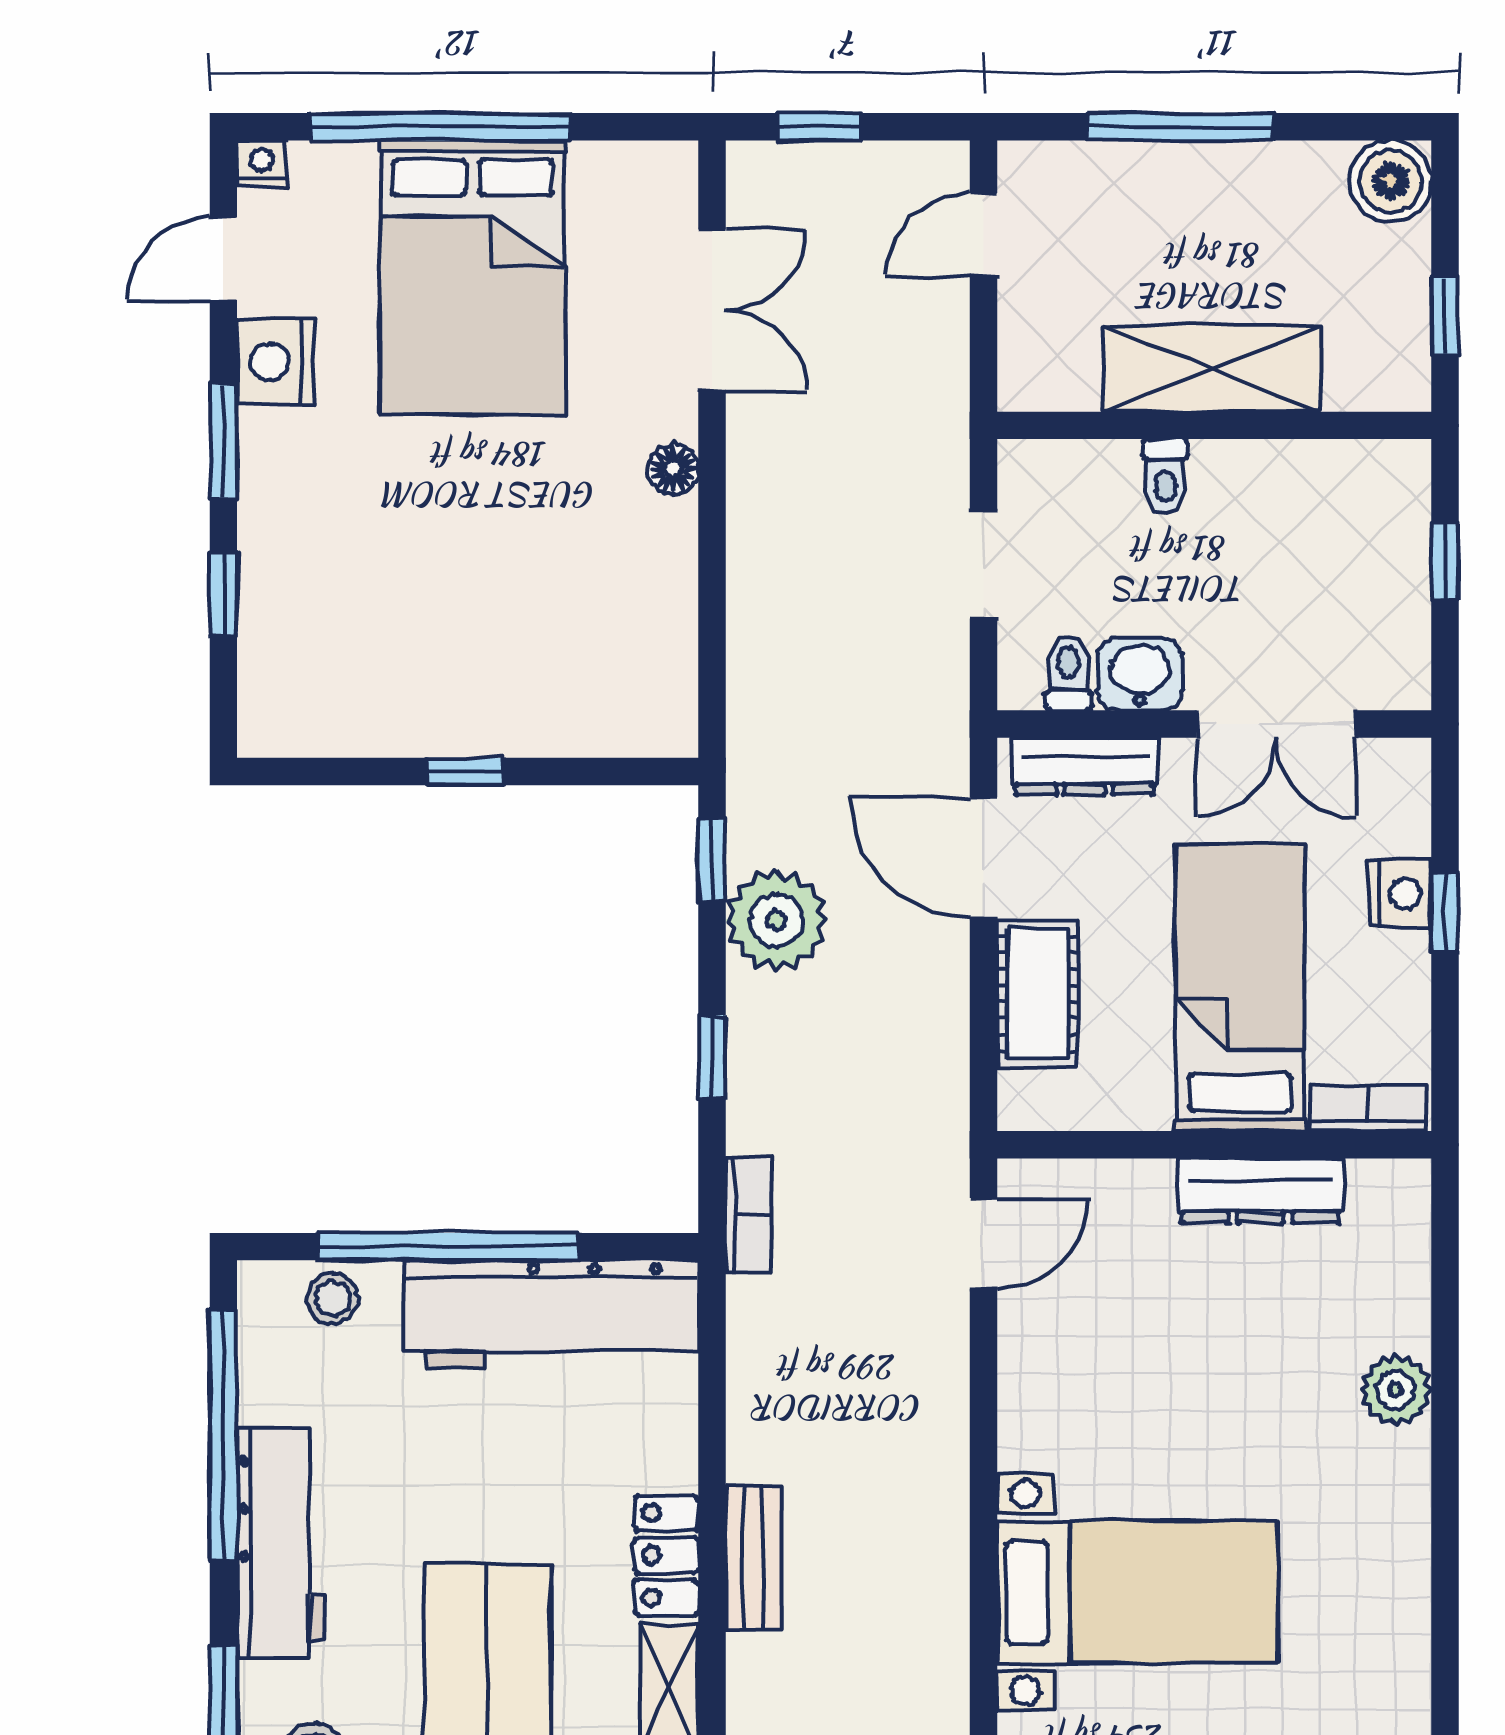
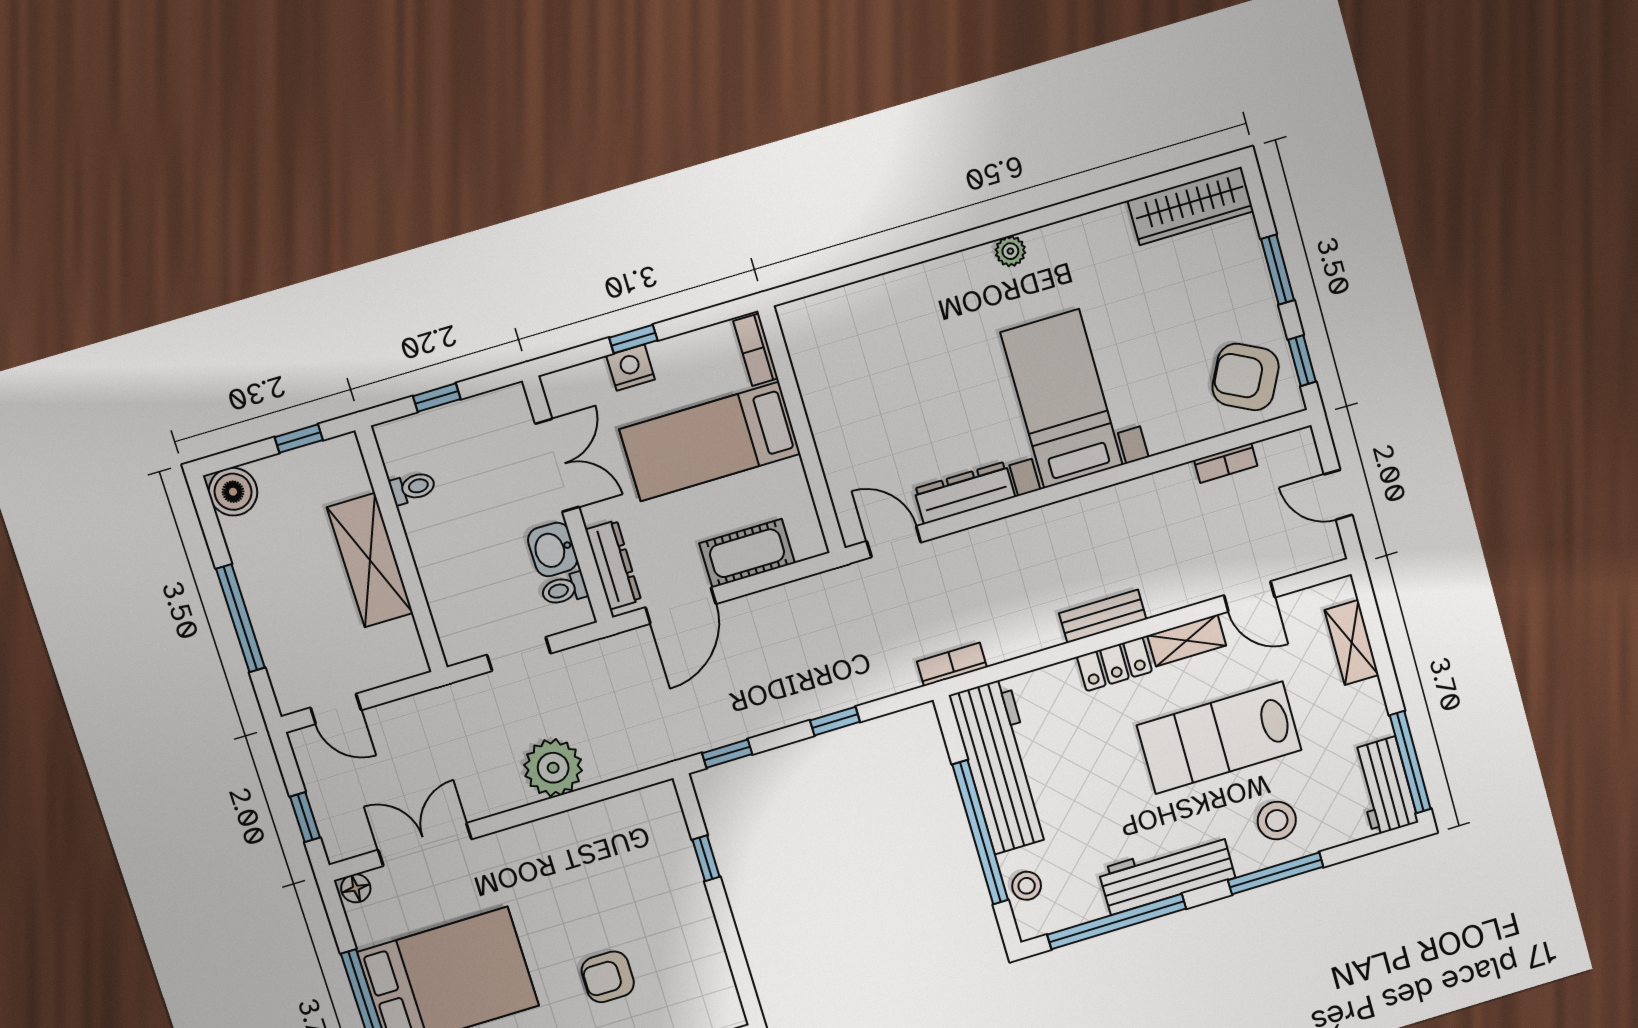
floor lamp: (673, 469) -> (356, 888), moved
toilet: (1165, 476) -> (413, 488), moved
armchair: (394, 545) -> (608, 977), added
window: (465, 772) -> (706, 858), moved
plant: (776, 920) -> (553, 768), moved
dresser: (1260, 1191) -> (965, 493), moved, turned -90
bookcase: (749, 1215) -> (952, 664), moved
plant: (1396, 1390) -> (1010, 251), moved, width x0.73, depth x0.73

